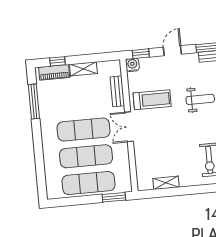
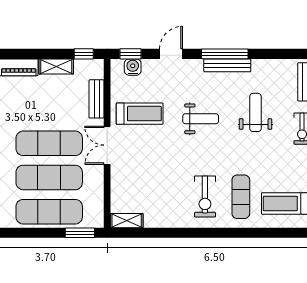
window: (57, 61) -> (84, 54), moved
water cooler: (132, 65) -> (133, 67), moved
shelving: (166, 183) -> (127, 221), moved

